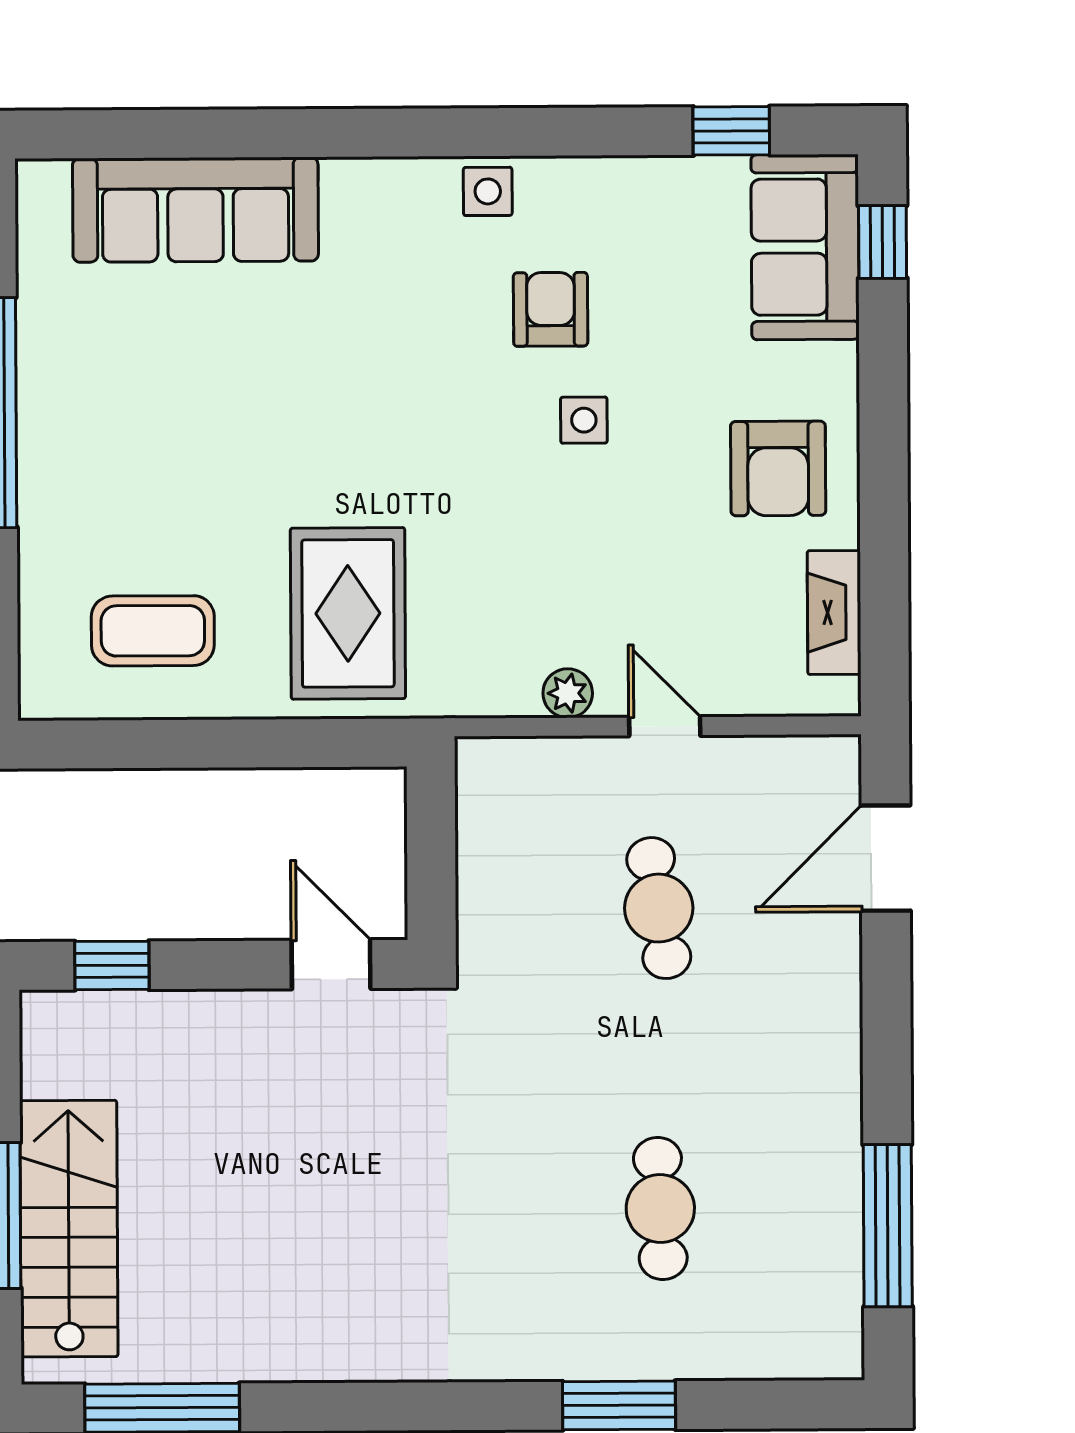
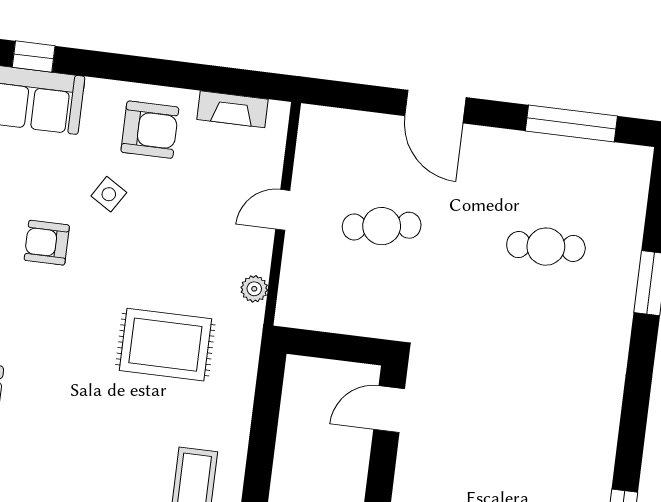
side table: (584, 420) -> (109, 194), moved, turned 32
rug: (348, 613) -> (165, 345), moved
plant: (568, 693) -> (254, 289), moved
door: (886, 858) -> (435, 107), moved

